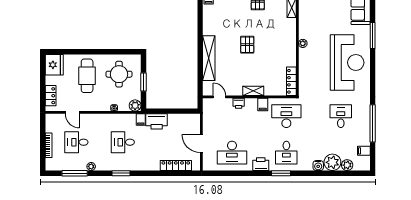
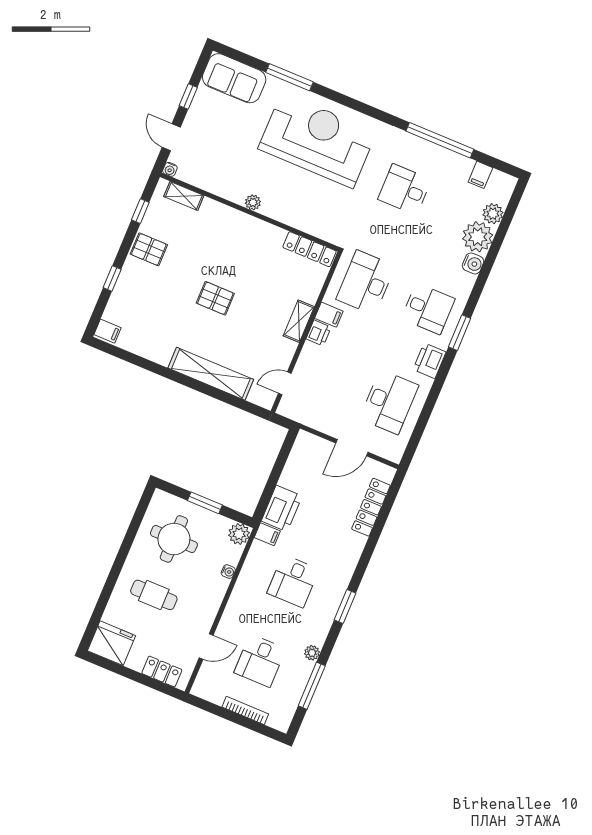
cafe table: (87, 76) -> (154, 595), width x0.73, depth x0.74
printer: (239, 103) -> (319, 333), moved

